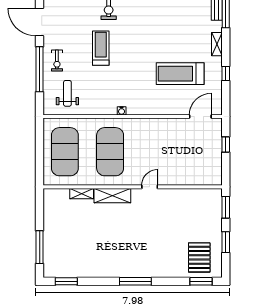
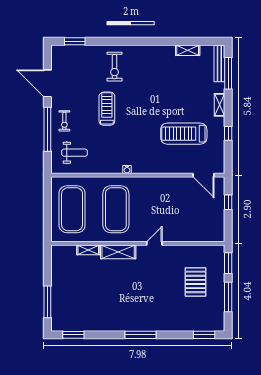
weight bench: (67, 93) -> (75, 153), turned 90
door: (200, 117) -> (203, 175), swing flipped
window: (226, 242) -> (228, 297), width x1.44
pallet: (199, 257) -> (195, 282), moved

